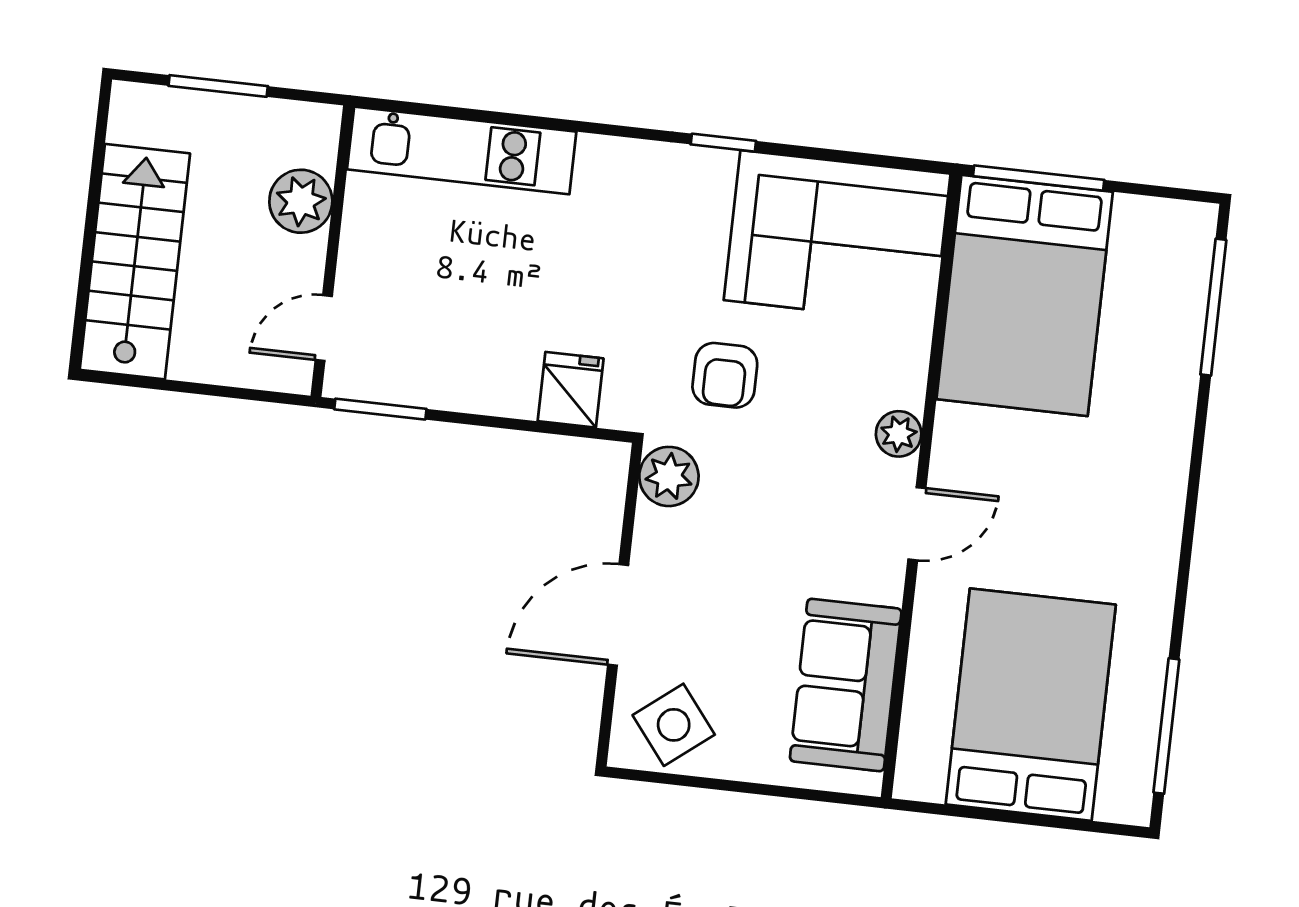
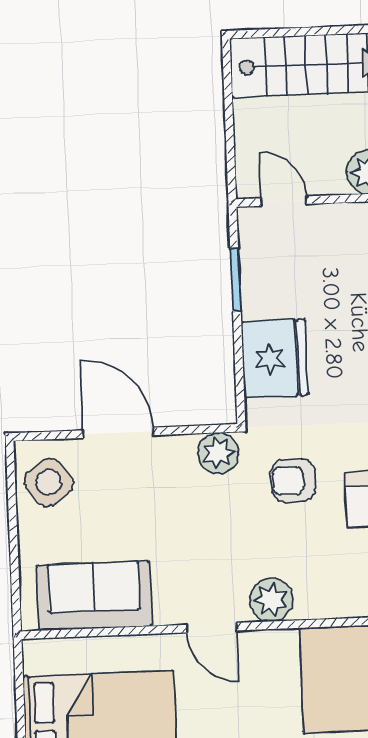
fridge: (571, 390) -> (275, 358), width x1.88, depth x1.34
window: (380, 409) -> (235, 280), moved
plant: (899, 434) -> (271, 600), width x1.38, depth x1.38

